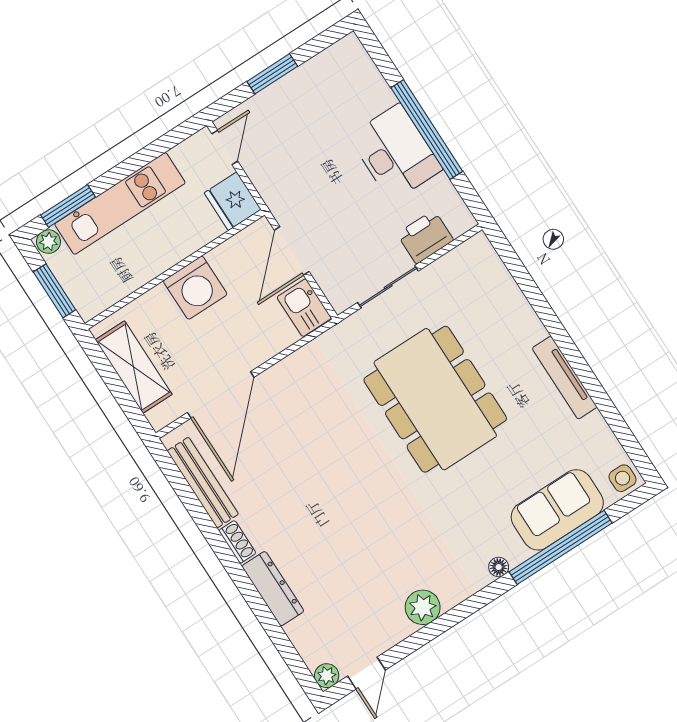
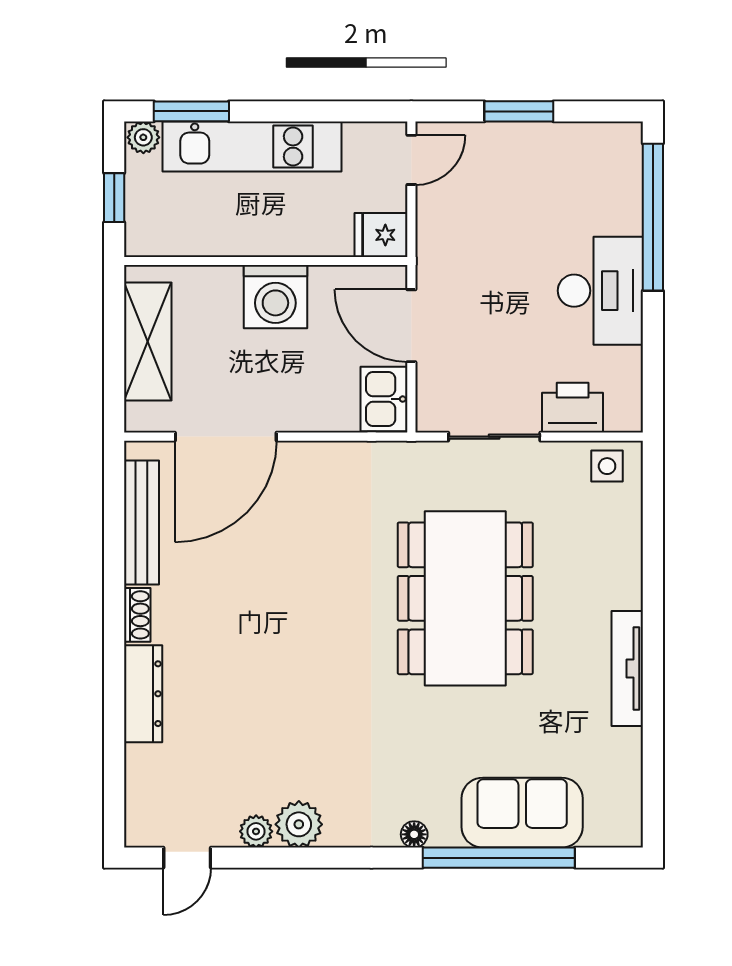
window: (427, 130) -> (653, 217), moved
fridge: (233, 201) -> (381, 235), width x0.72
door: (292, 251) -> (411, 326), hinge flipped
window: (55, 291) -> (114, 198), width x0.67
side table: (623, 478) -> (607, 466), moved
plant: (327, 676) -> (256, 831), moved

